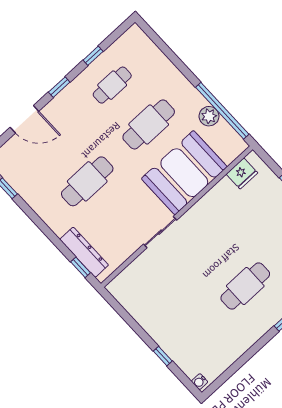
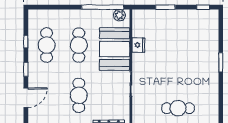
cafe table: (112, 85) -> (47, 45), width x1.37, depth x1.35
plant: (209, 116) -> (119, 15), moved
fridge: (242, 173) -> (138, 45), moved
cafe table: (245, 286) -> (178, 108), moved, turned 90

